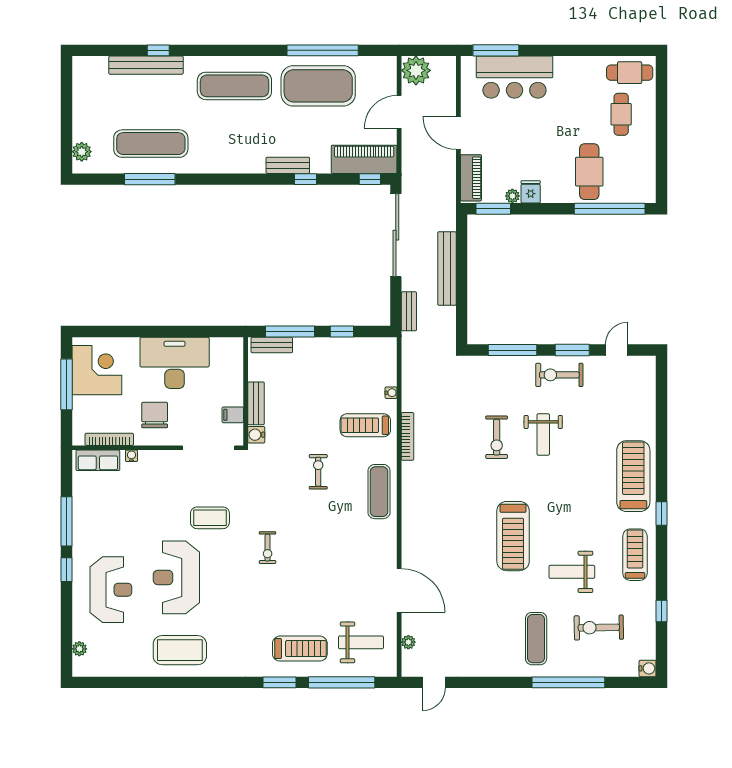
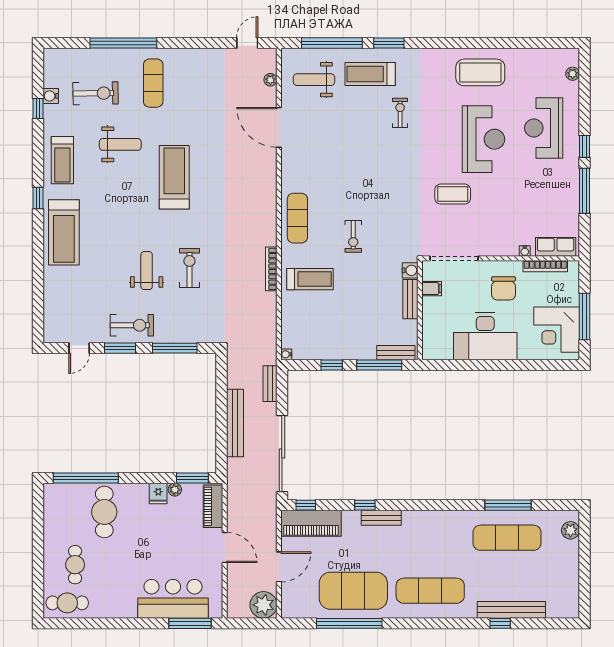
water cooler: (391, 393) -> (286, 354), moved
exercise bike: (268, 548) -> (400, 113), moved
water cooler: (648, 668) -> (51, 96), moved

